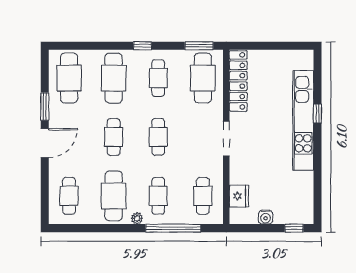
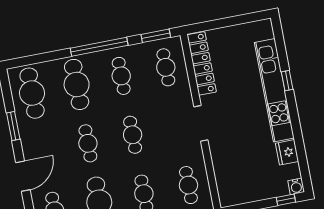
window: (142, 46) -> (99, 47), width x3.17
cafe table: (203, 78) -> (166, 67), width x0.73, depth x0.74
door: (45, 143) -> (23, 176), moved
fridge: (239, 196) -> (287, 152), moved, turned 180
water cooler: (266, 217) -> (296, 186), moved

